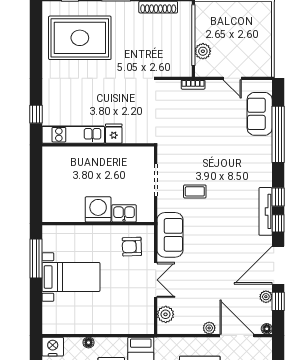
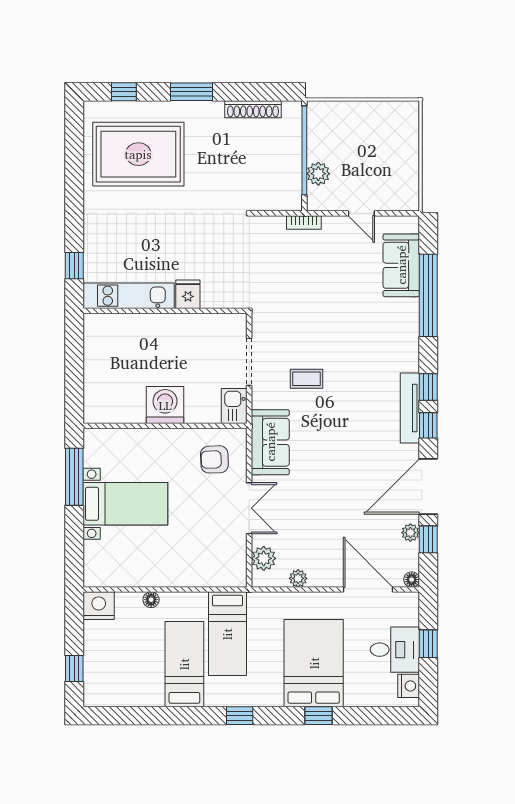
kitchen sink: (124, 213) -> (234, 406), moved, turned -90
plant: (209, 328) -> (298, 578), moved

